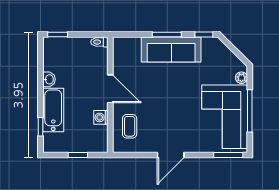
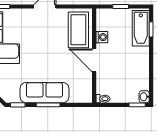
washbasin: (49, 79) -> (144, 97), moved
bathtub: (53, 110) -> (141, 28), moved
coffee table: (130, 126) -> (78, 30), width x1.86, depth x1.72

